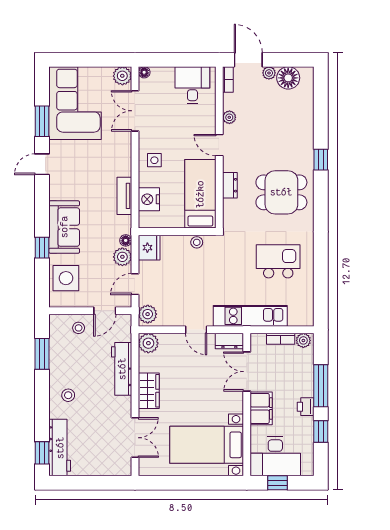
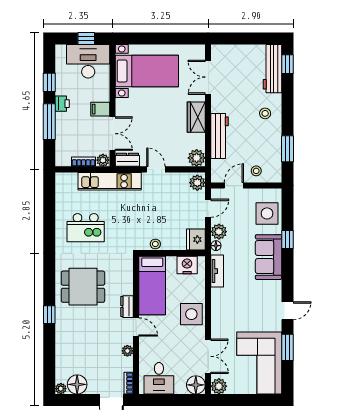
floor lamp: (144, 72) -> (196, 385), width x1.89, depth x1.89
plant: (269, 73) -> (61, 389), moved
side table: (154, 160) -> (191, 314), width x1.87, depth x1.87
dresser: (230, 185) -> (127, 307), moved
tv unit: (124, 196) -> (217, 271), moved
nightstand: (149, 199) -> (187, 265), moved, turned -90
plant: (303, 340) -> (103, 160), moved
filing cabinet: (261, 408) -> (100, 109), width x0.50

